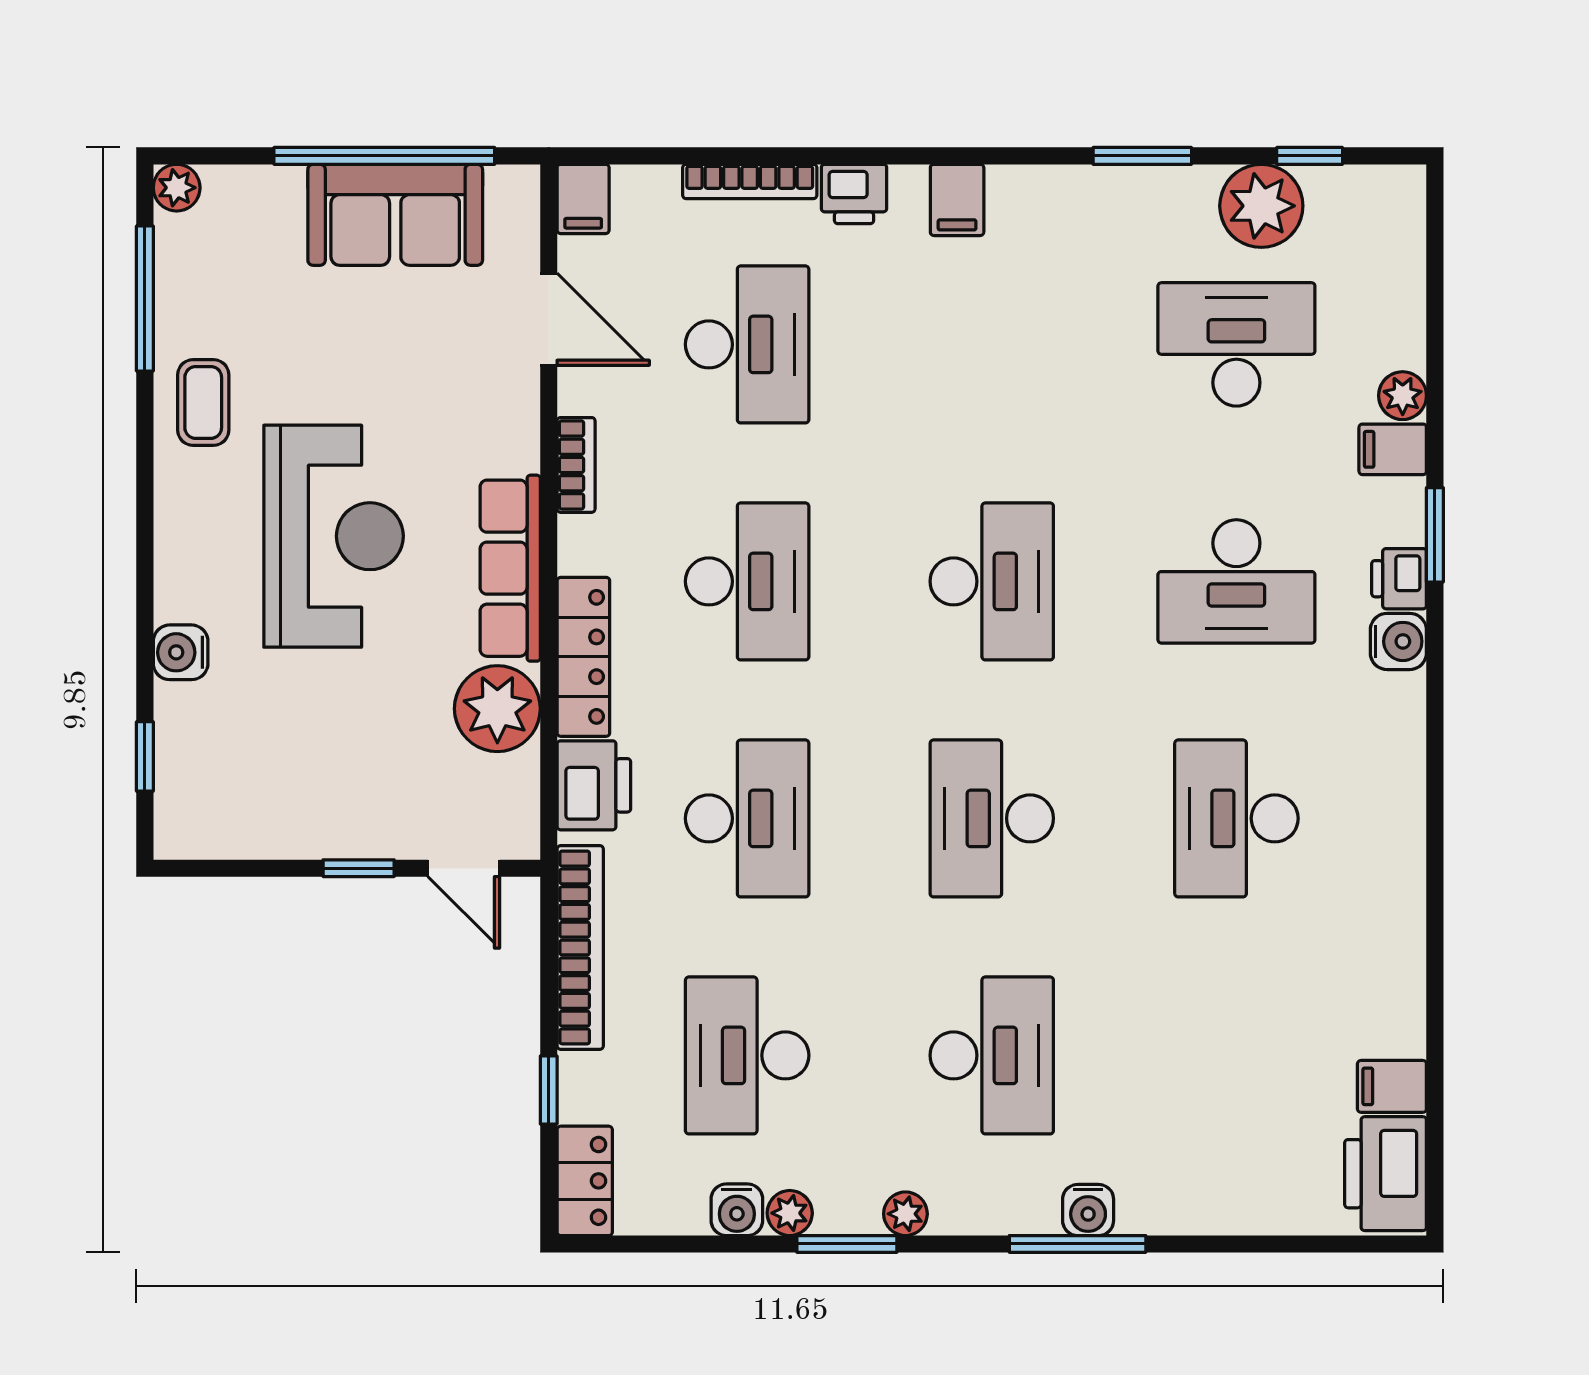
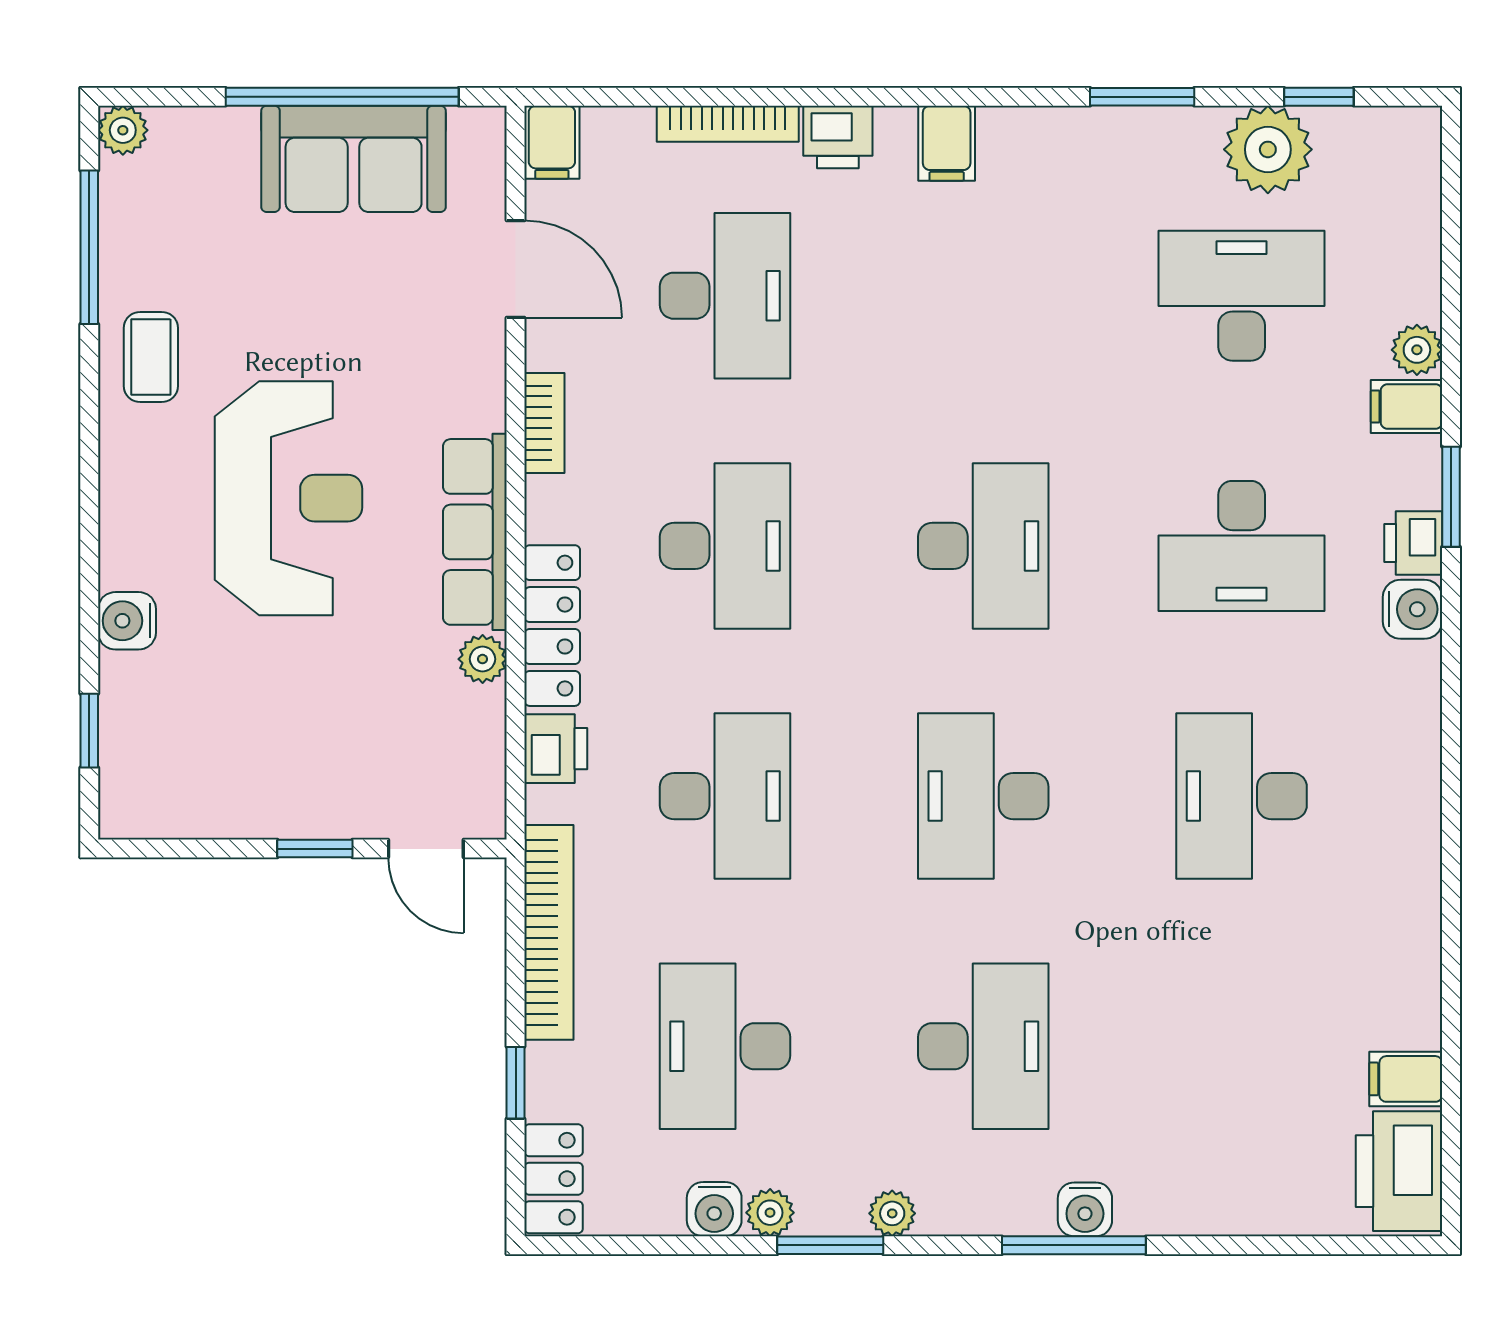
plant: (497, 709) -> (483, 659), width x0.53, depth x0.53
printer: (594, 785) -> (556, 749), width x0.73, depth x0.81

